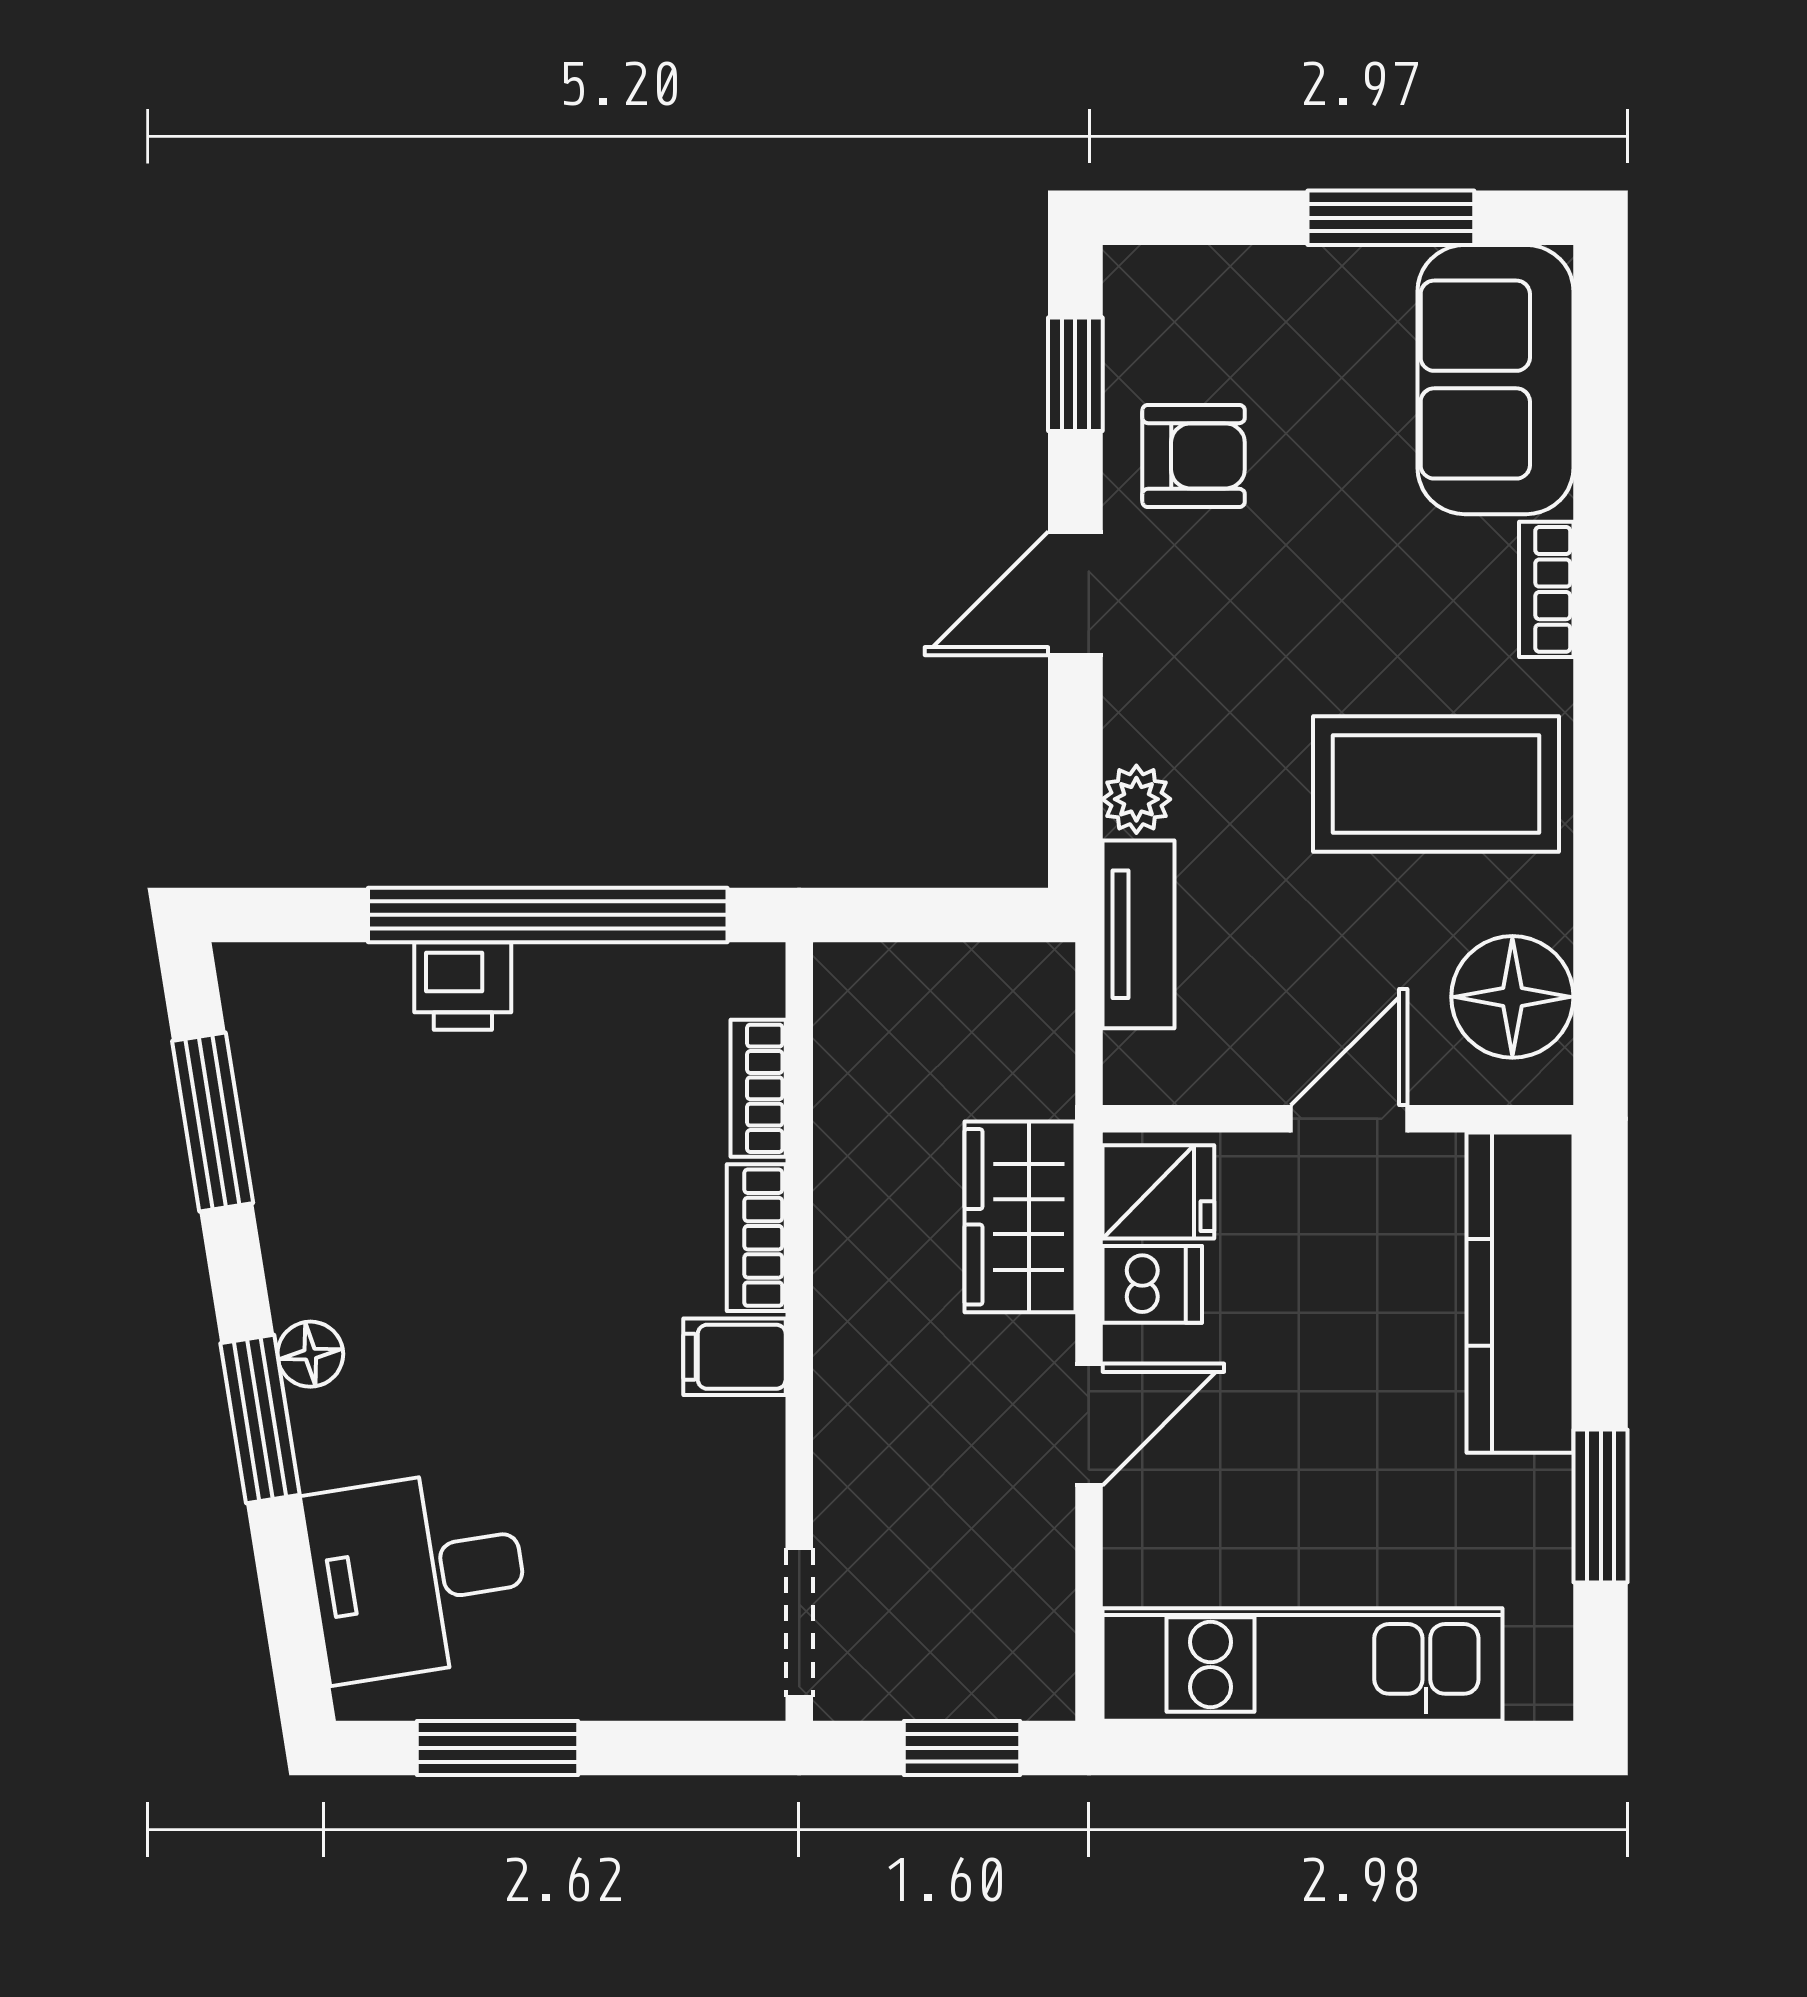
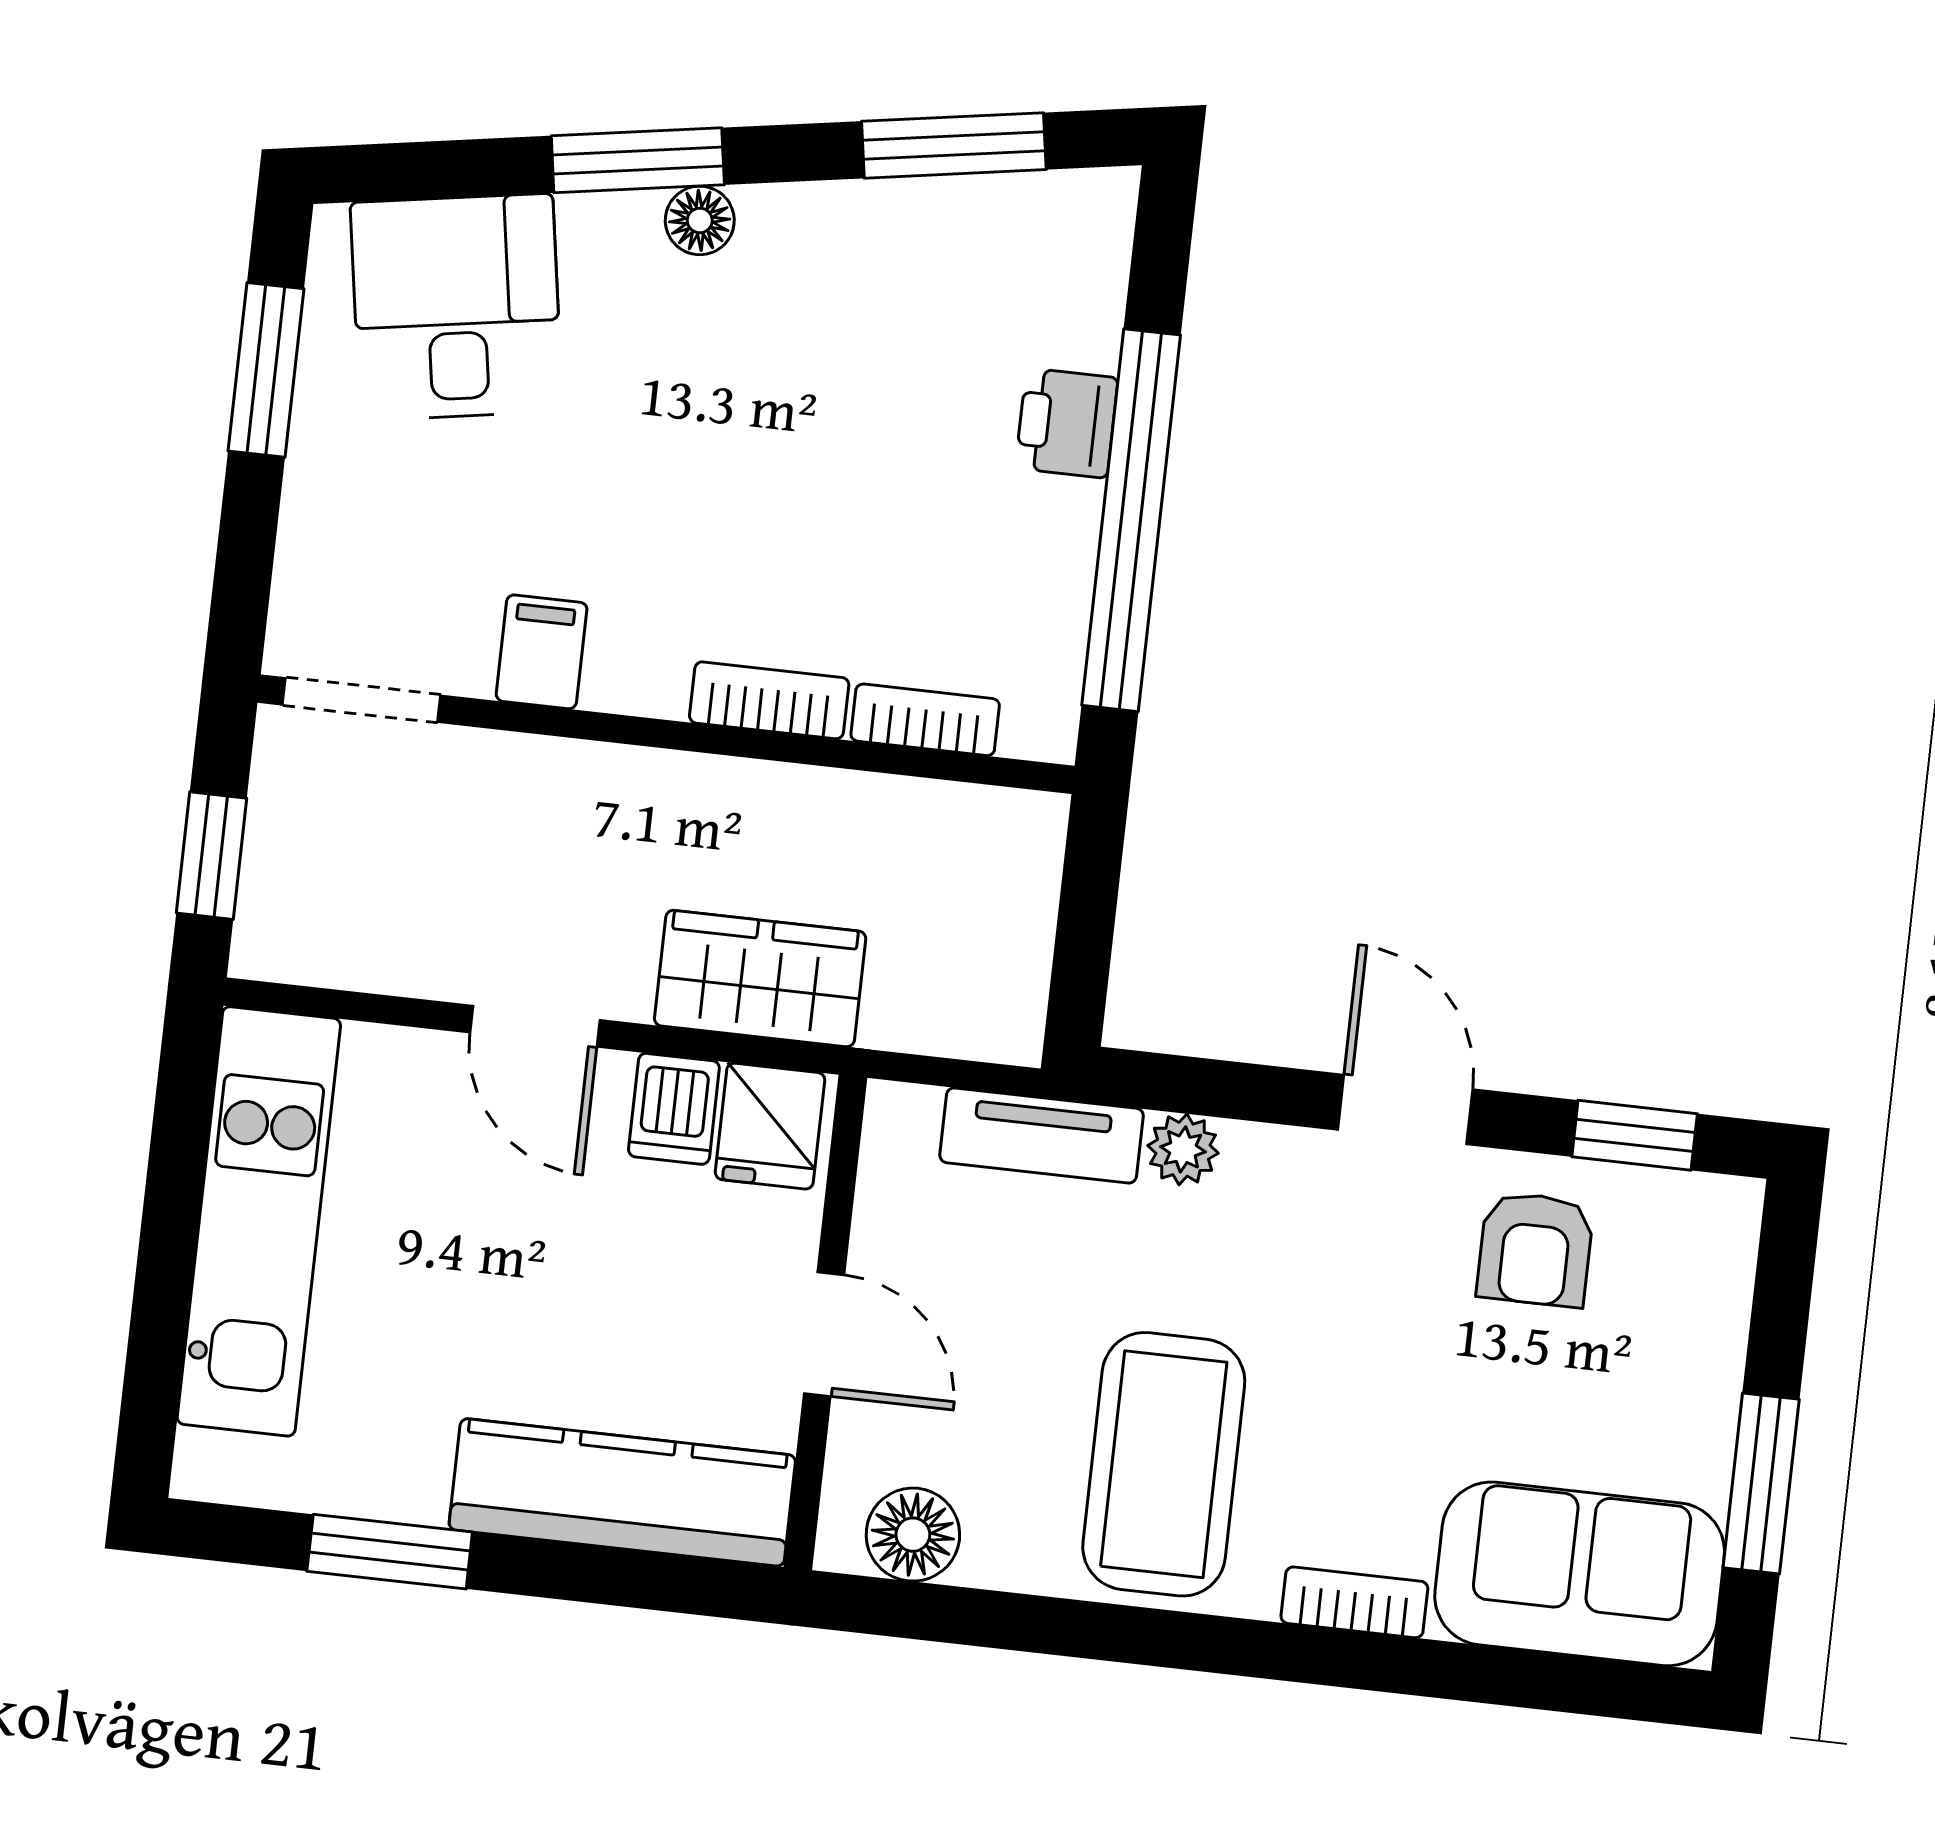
floor lamp: (1512, 997) -> (913, 1535), width x0.73, depth x0.73
filing cabinet: (735, 1357) -> (542, 652), moved

